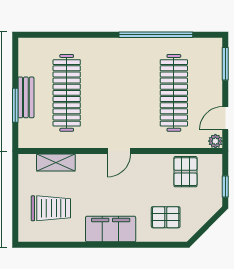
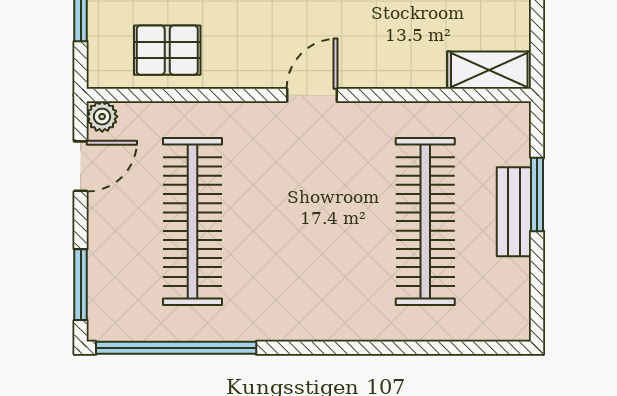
window: (156, 35) -> (176, 348), moved
shelving: (56, 162) -> (489, 70), moved
pallet: (185, 172) -> (167, 50), turned 90

